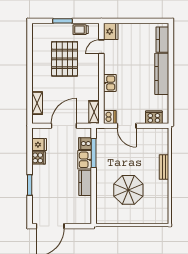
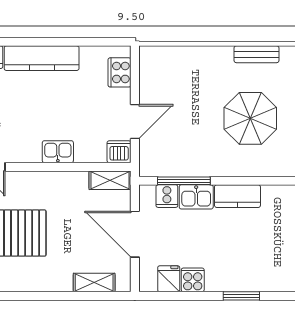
bench: (164, 167) -> (257, 54), moved

